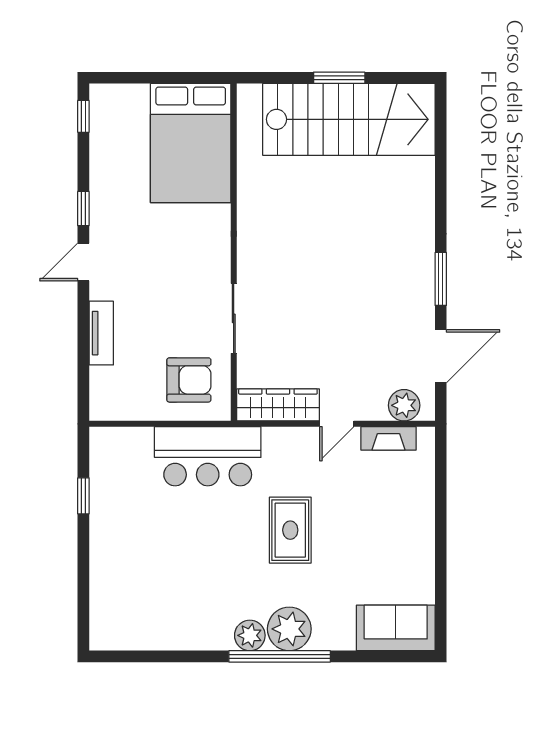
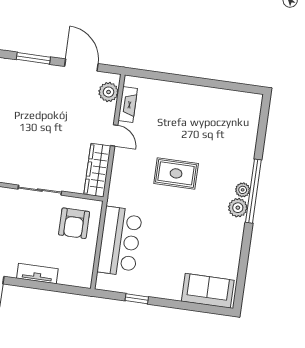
armchair: (189, 380) -> (74, 223), turned 180
bar counter: (208, 456) -> (120, 241), moved
sofa: (396, 628) -> (208, 291), moved, turned 90
plant: (289, 629) -> (243, 190), width x0.53, depth x0.53

